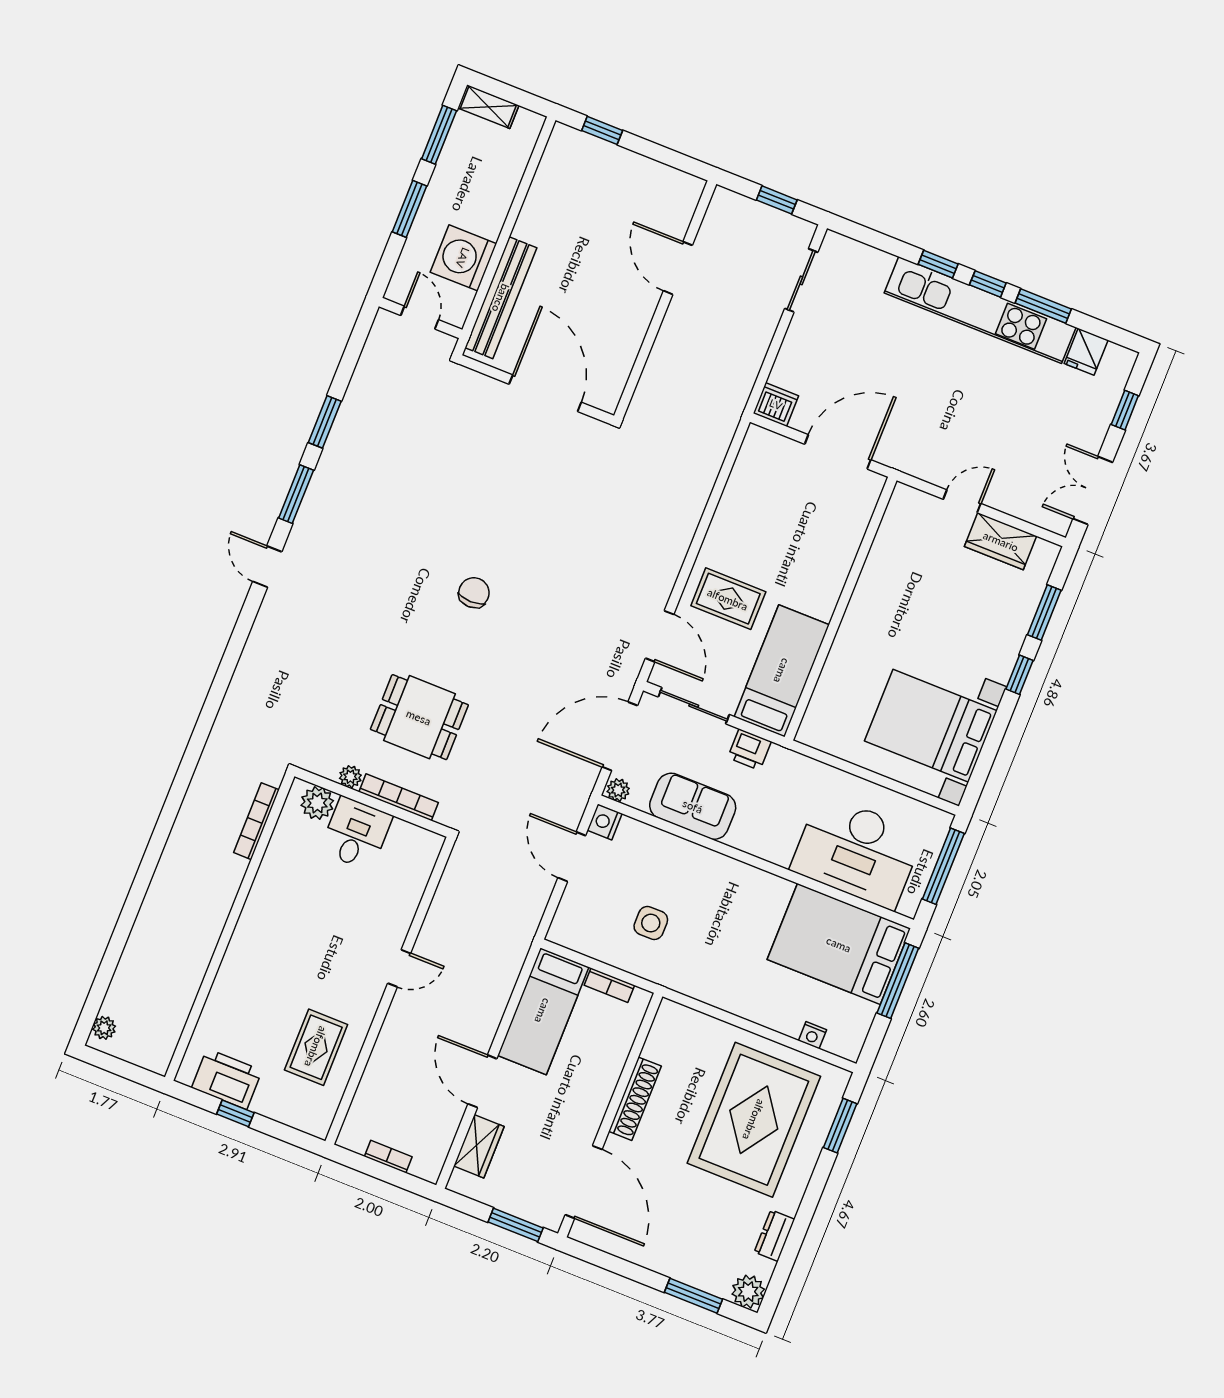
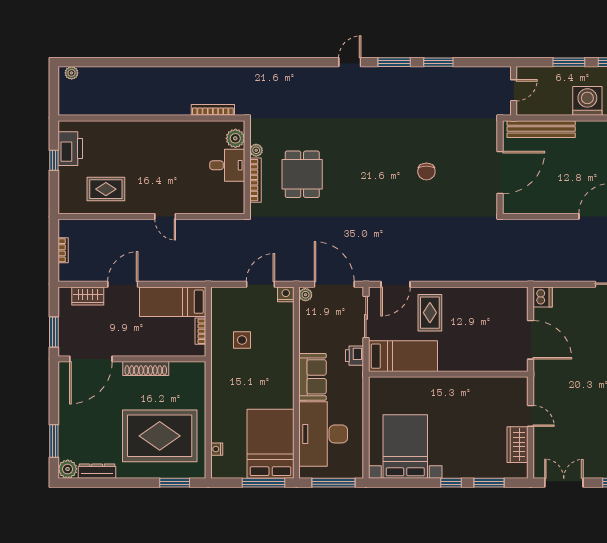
washing machine: (463, 258) -> (587, 101), moved
chair: (474, 593) -> (426, 171), moved, turned 90
sofa: (693, 806) -> (313, 377), moved
dresser: (774, 1236) -> (97, 471), width x1.44

